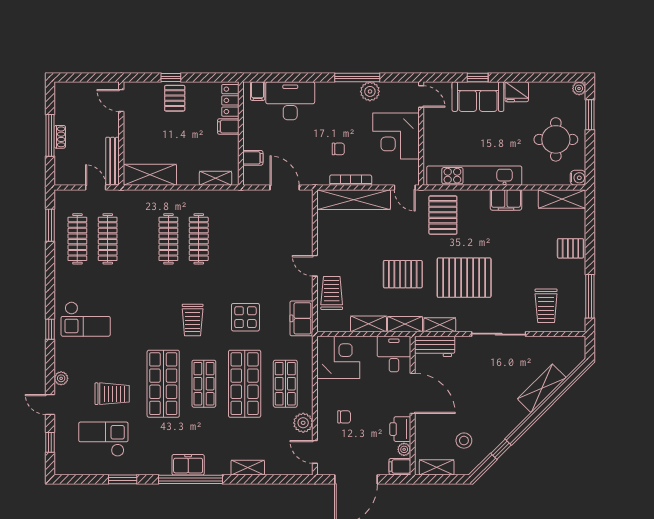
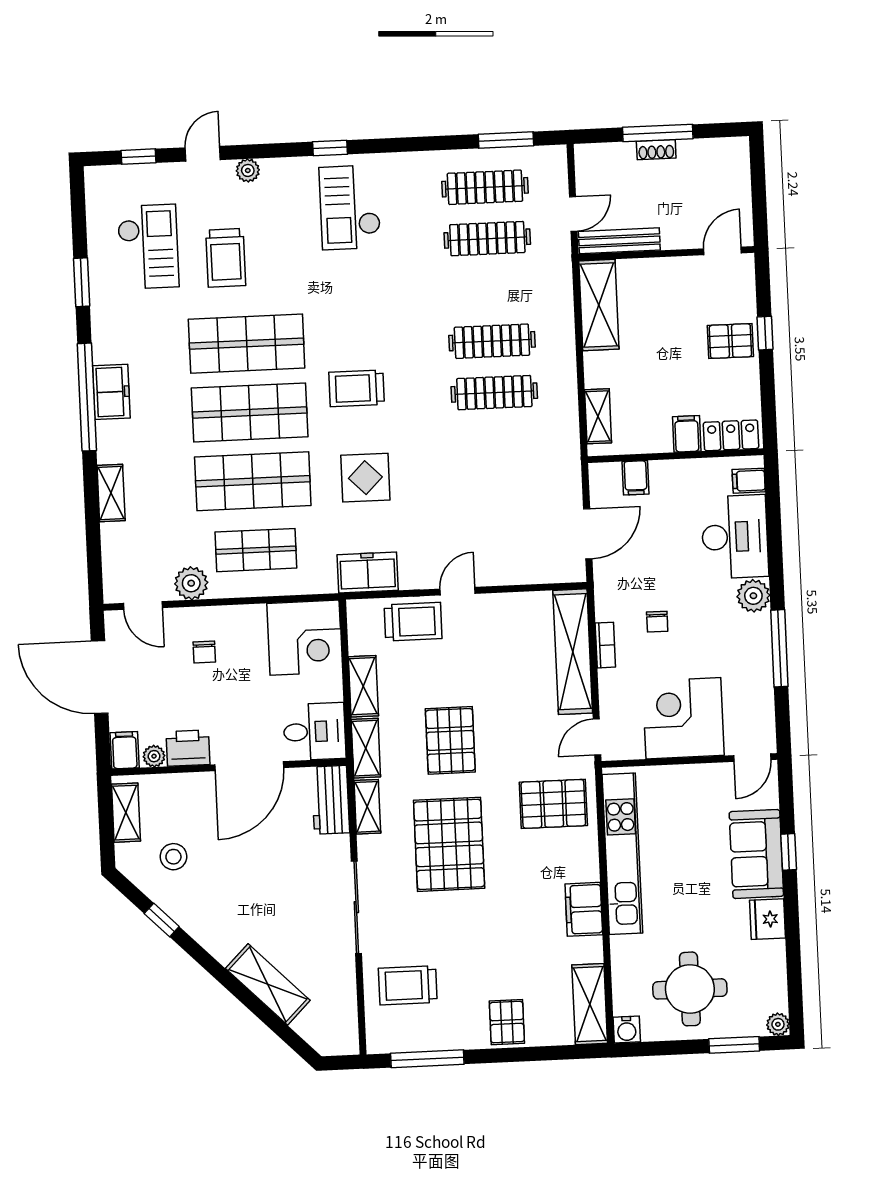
plant: (370, 91) -> (753, 596), moved
bookcase: (351, 180) -> (605, 645), width x0.64
shop shelf: (204, 384) -> (250, 412), width x1.43, depth x1.36
door: (315, 452) -> (143, 605), swing flipped

